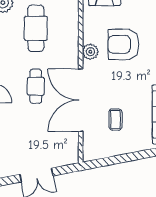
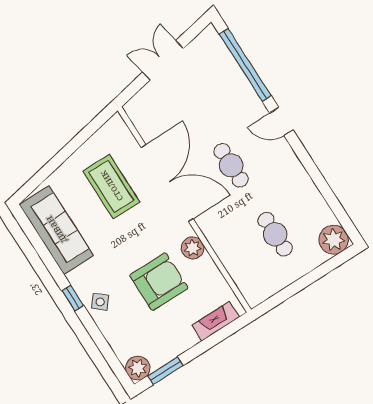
cafe table: (36, 28) -> (275, 234), width x0.73, depth x0.74
coffee table: (115, 119) -> (111, 186), width x1.86, depth x1.72

